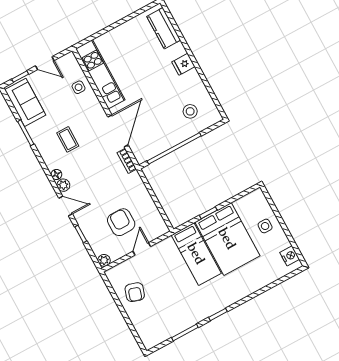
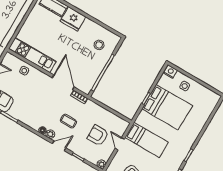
fridge: (183, 64) -> (73, 19), width x1.88, depth x1.34
coffee table: (68, 139) -> (68, 121), moved
bed: (196, 254) -> (147, 140), moved
nightstand: (290, 256) -> (170, 72), moved

